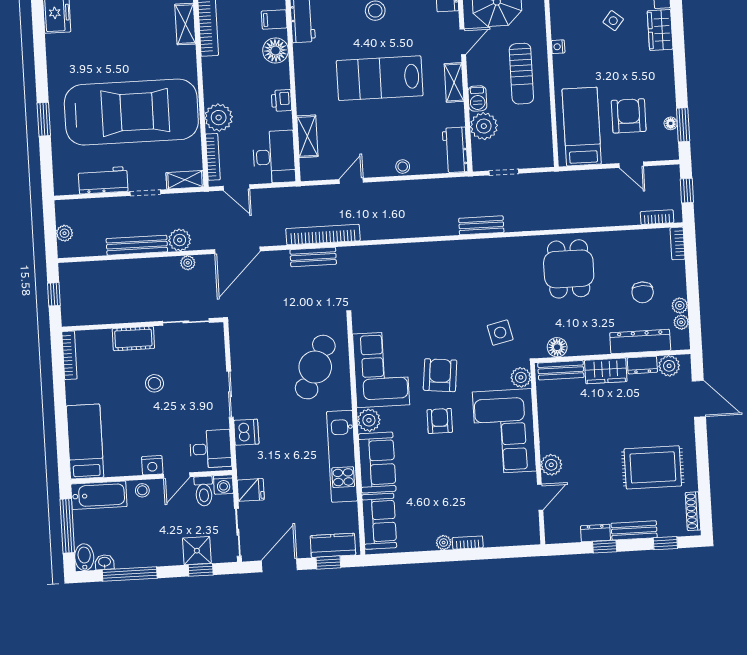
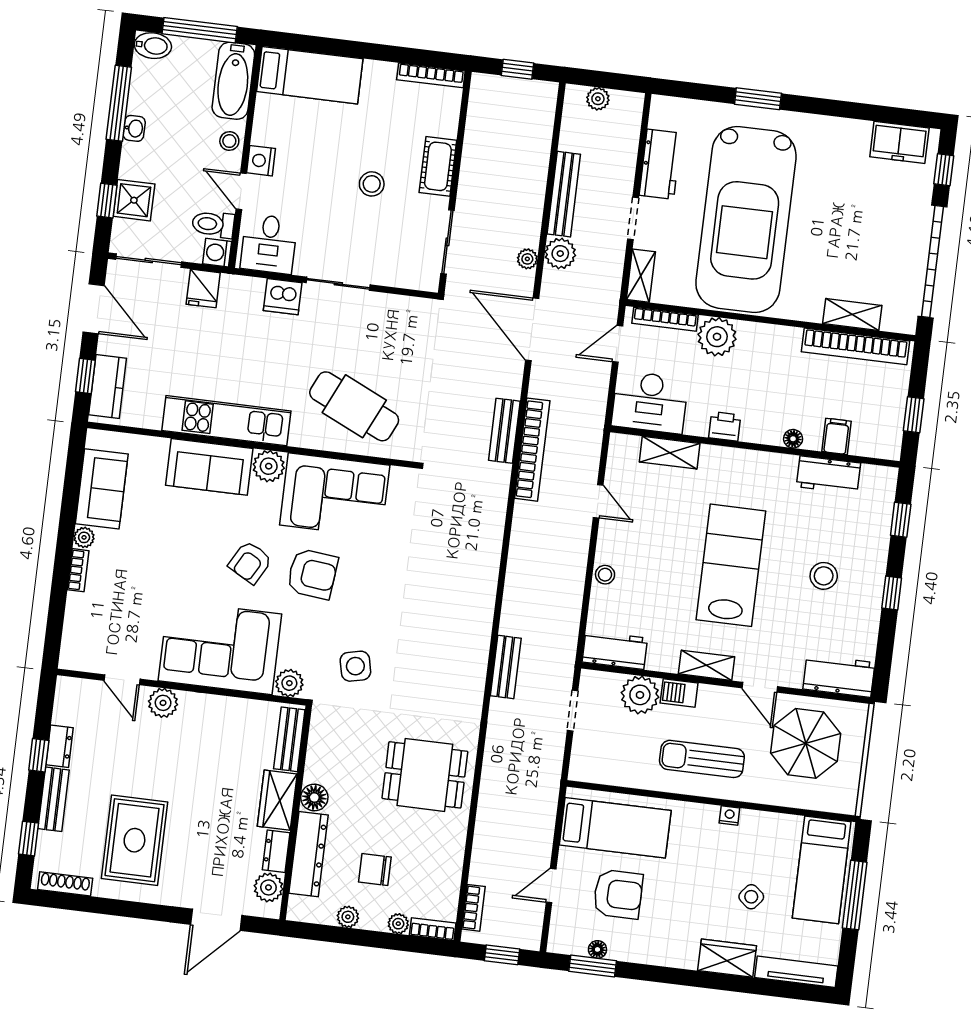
floor lamp: (275, 51) -> (793, 439), width x0.53, depth x0.53
plant: (681, 322) -> (398, 924), moved
floor lamp: (557, 347) -> (314, 798), moved
armchair: (440, 421) -> (250, 562), turned 119
sofa: (379, 521) -> (102, 489), moved, turned -90
washbasin: (105, 562) -> (134, 128), moved

